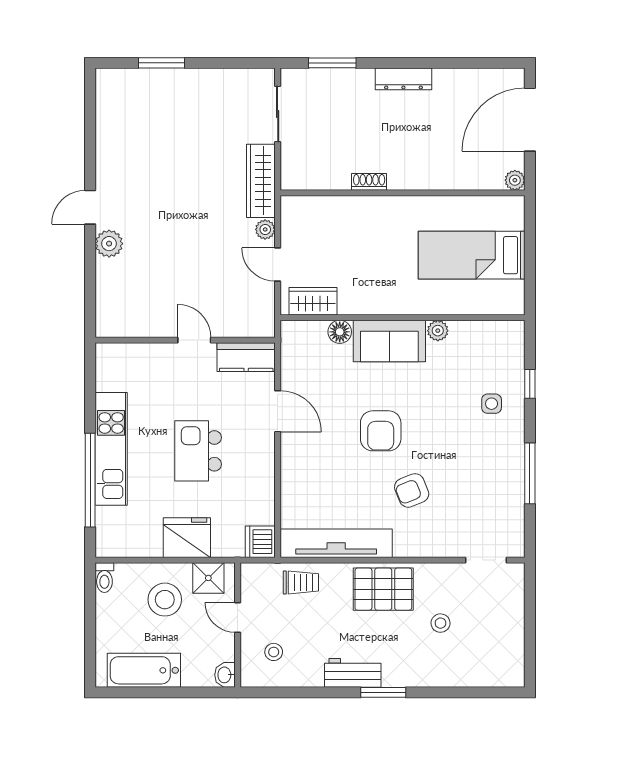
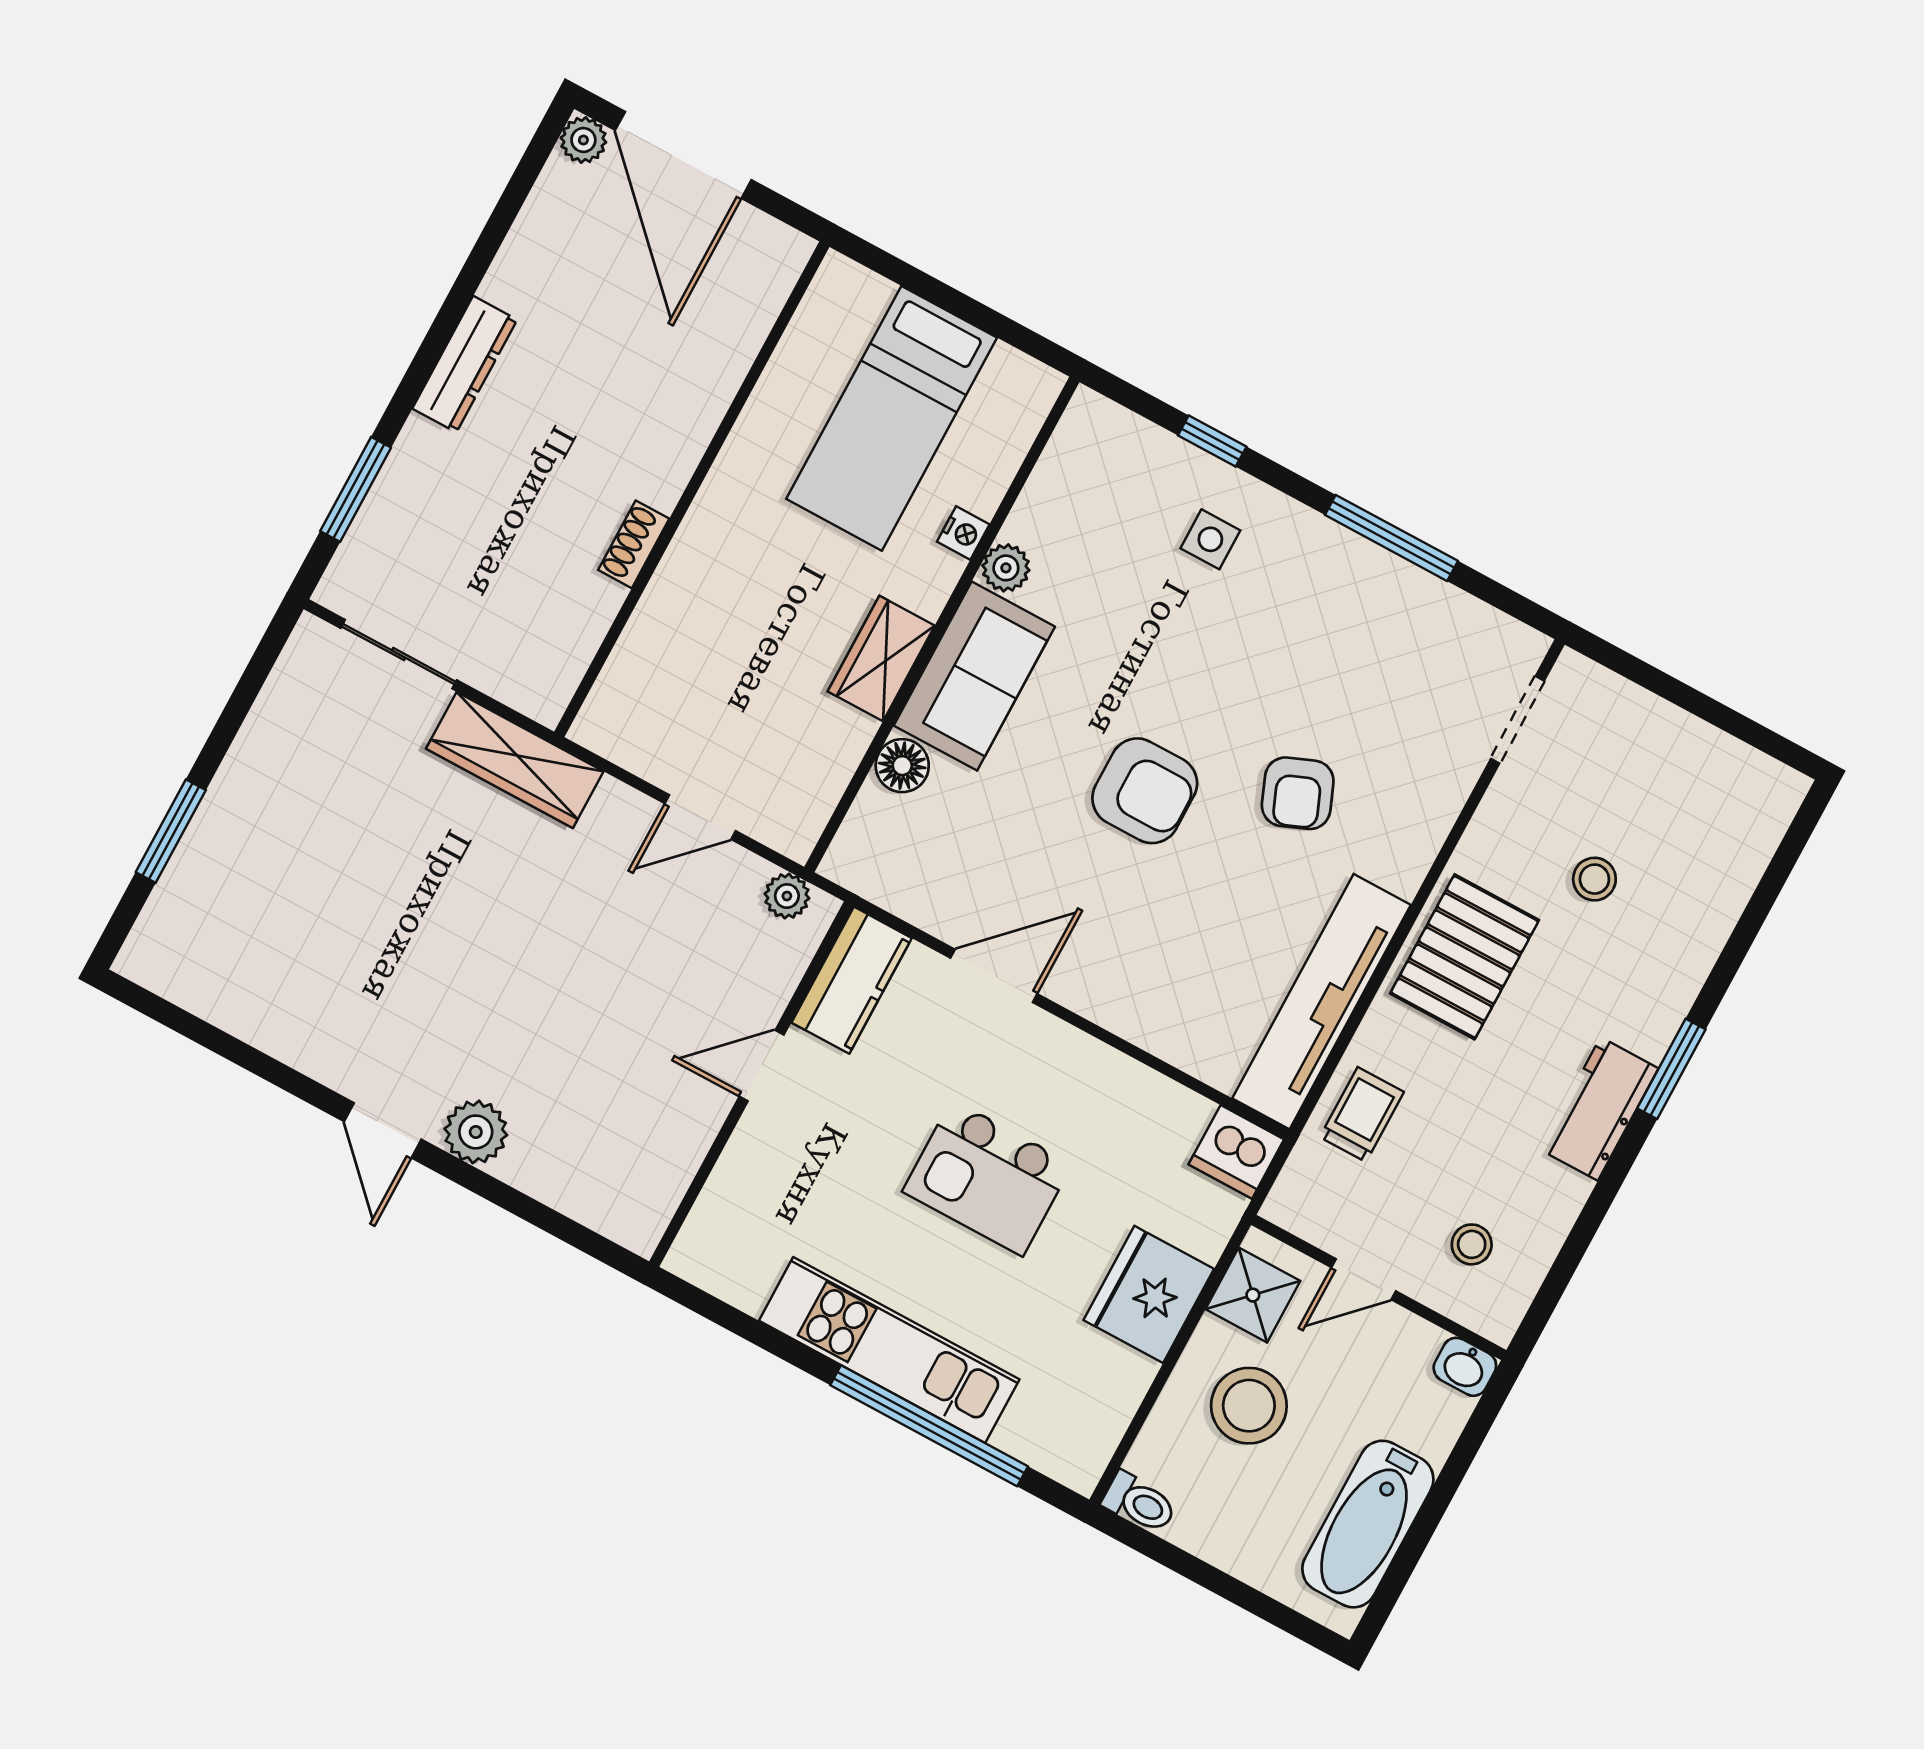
plant: (515, 180) -> (583, 140), moved
plant: (265, 229) -> (787, 896), moved
wardrobe: (313, 301) -> (881, 659), moved
nightstand: (442, 307) -> (963, 533), added

